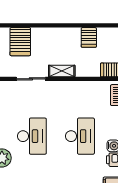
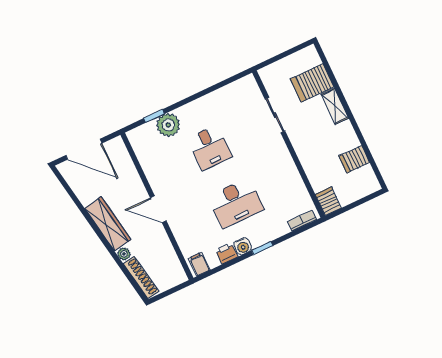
shelving: (62, 71) -> (335, 106), moved
desk: (32, 136) -> (210, 148), width x0.73

